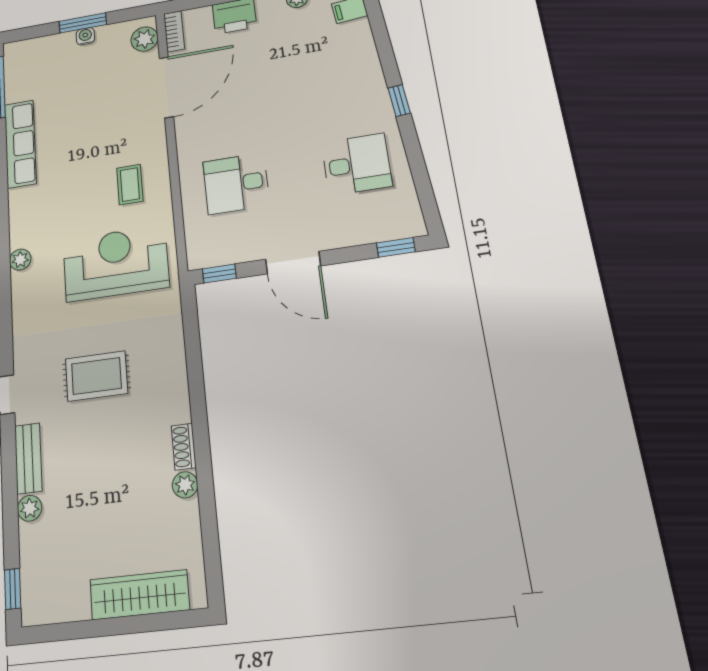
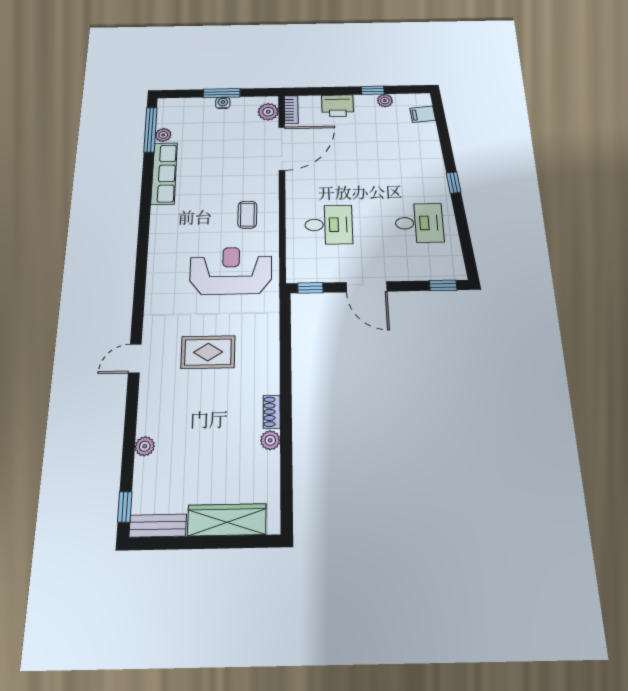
desk: (236, 184) -> (329, 225), turned 180
plant: (20, 260) -> (163, 135), moved
bench: (28, 458) -> (158, 526), moved, turned 90

